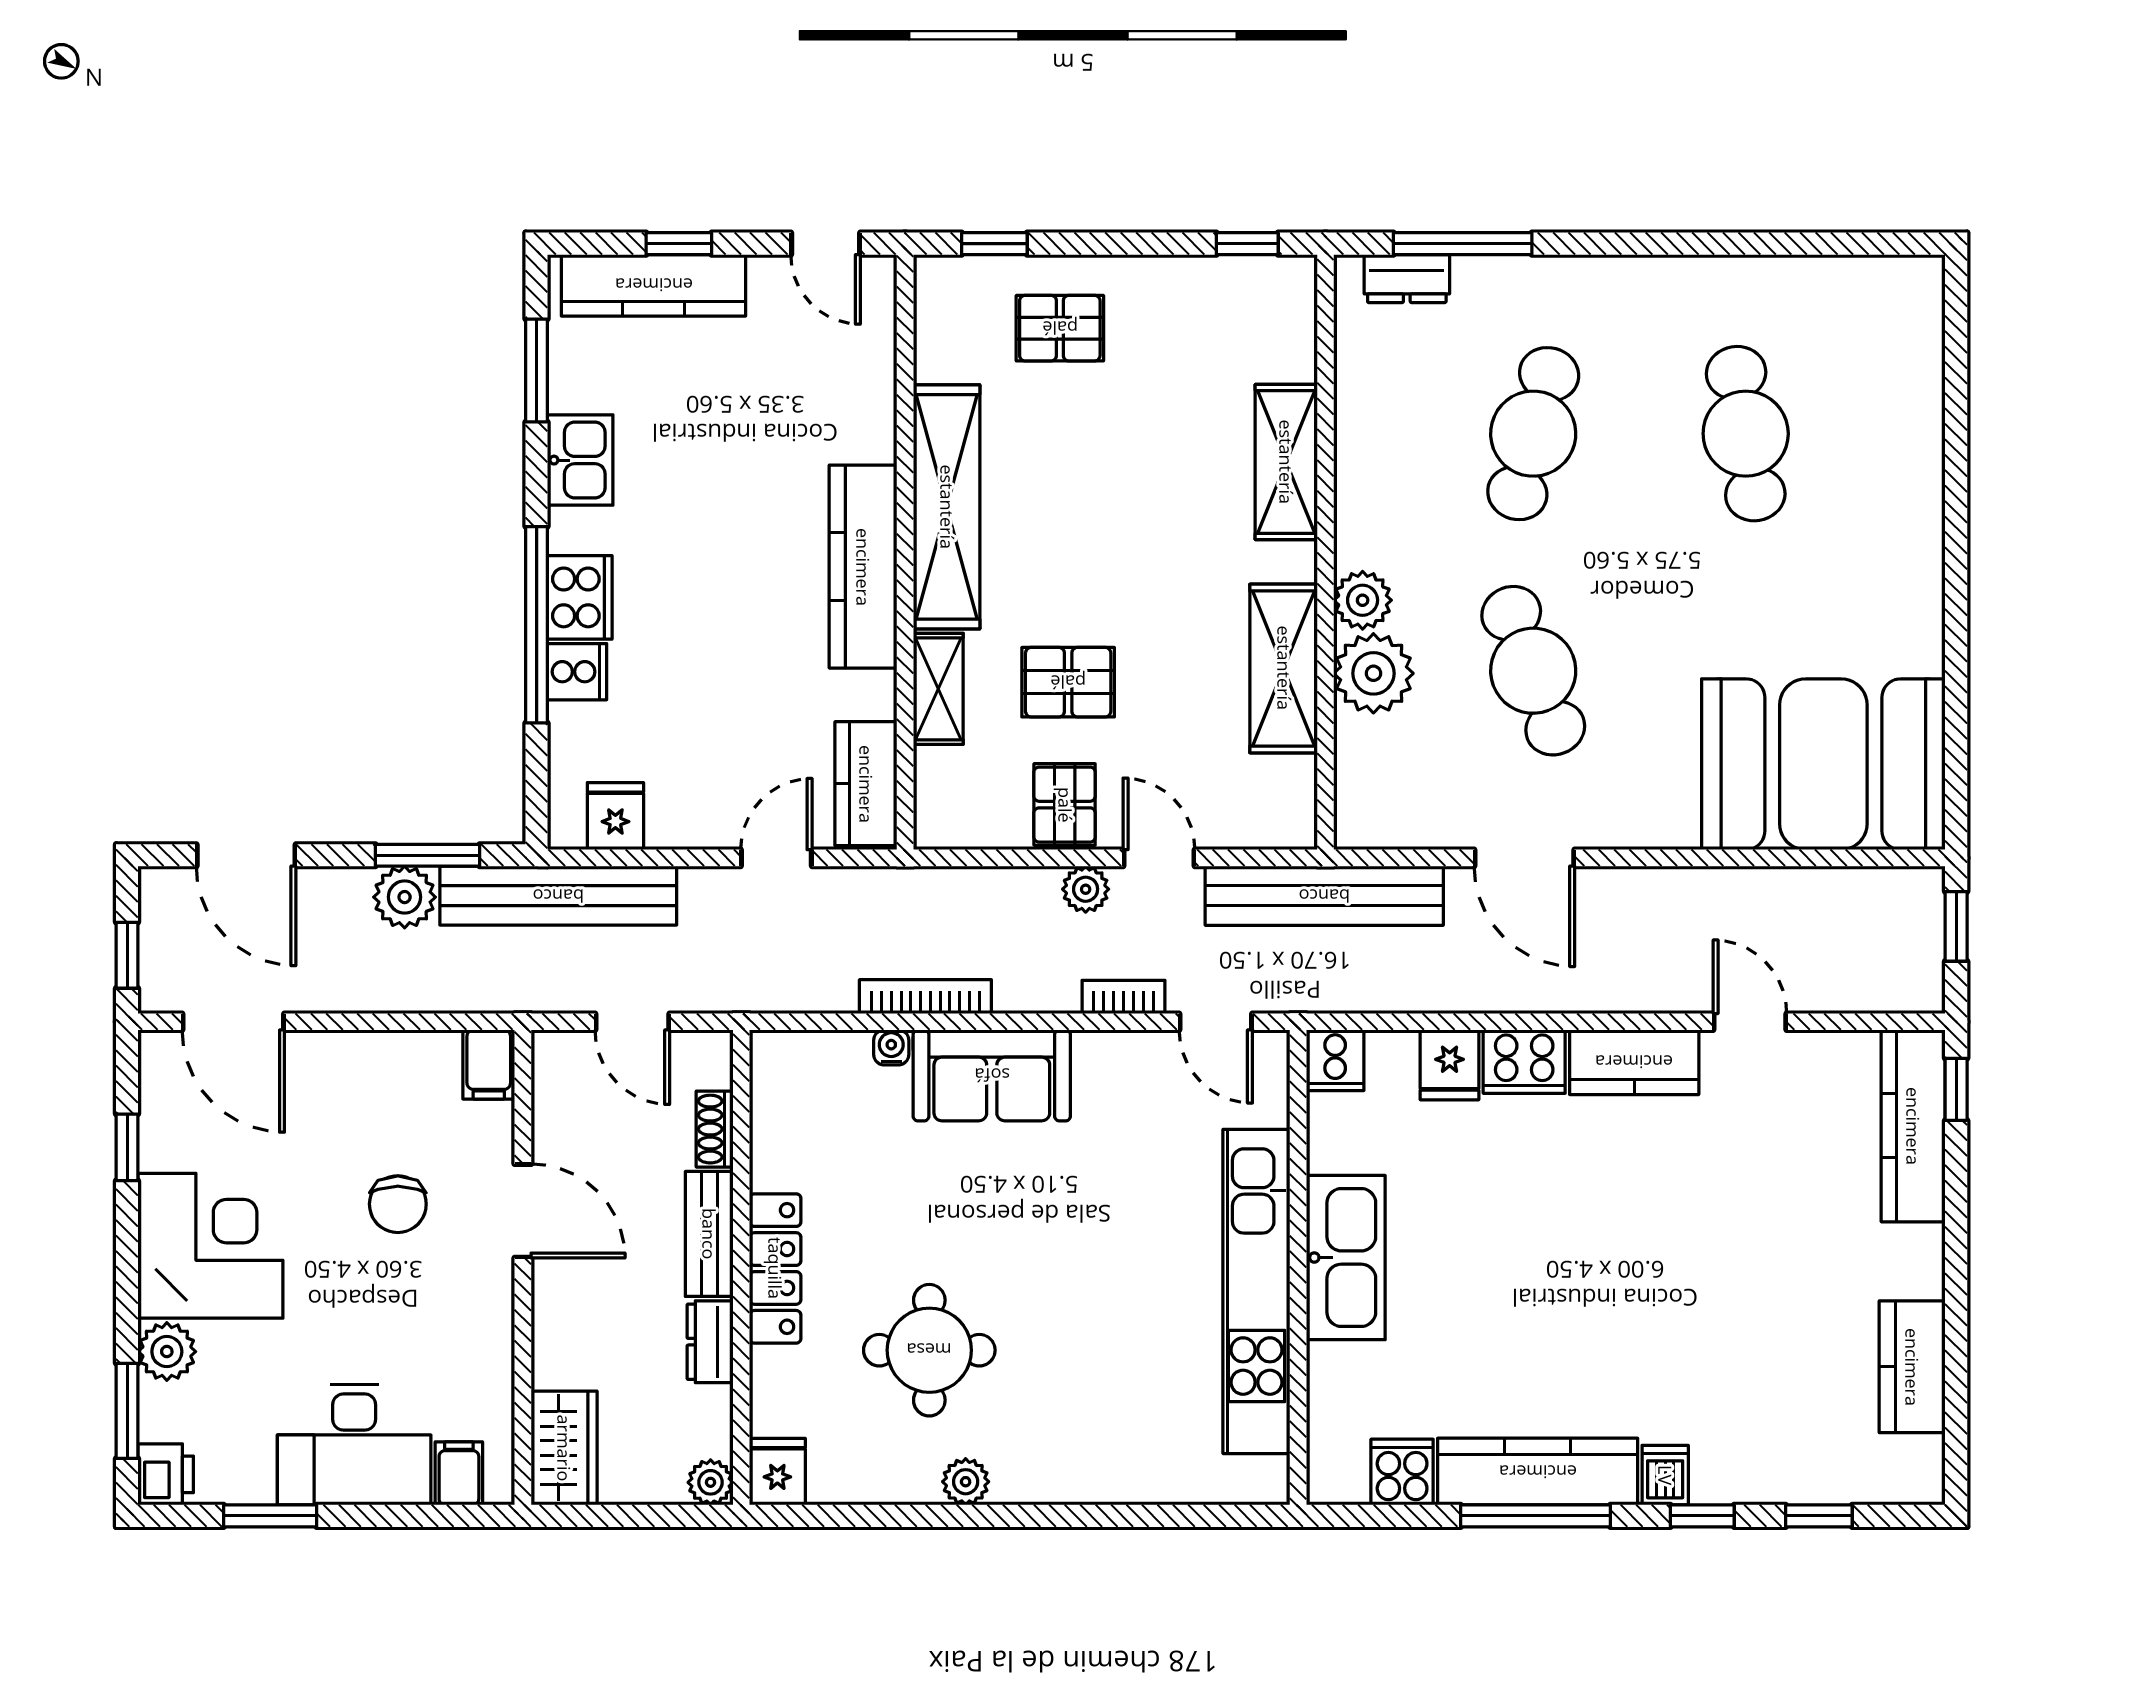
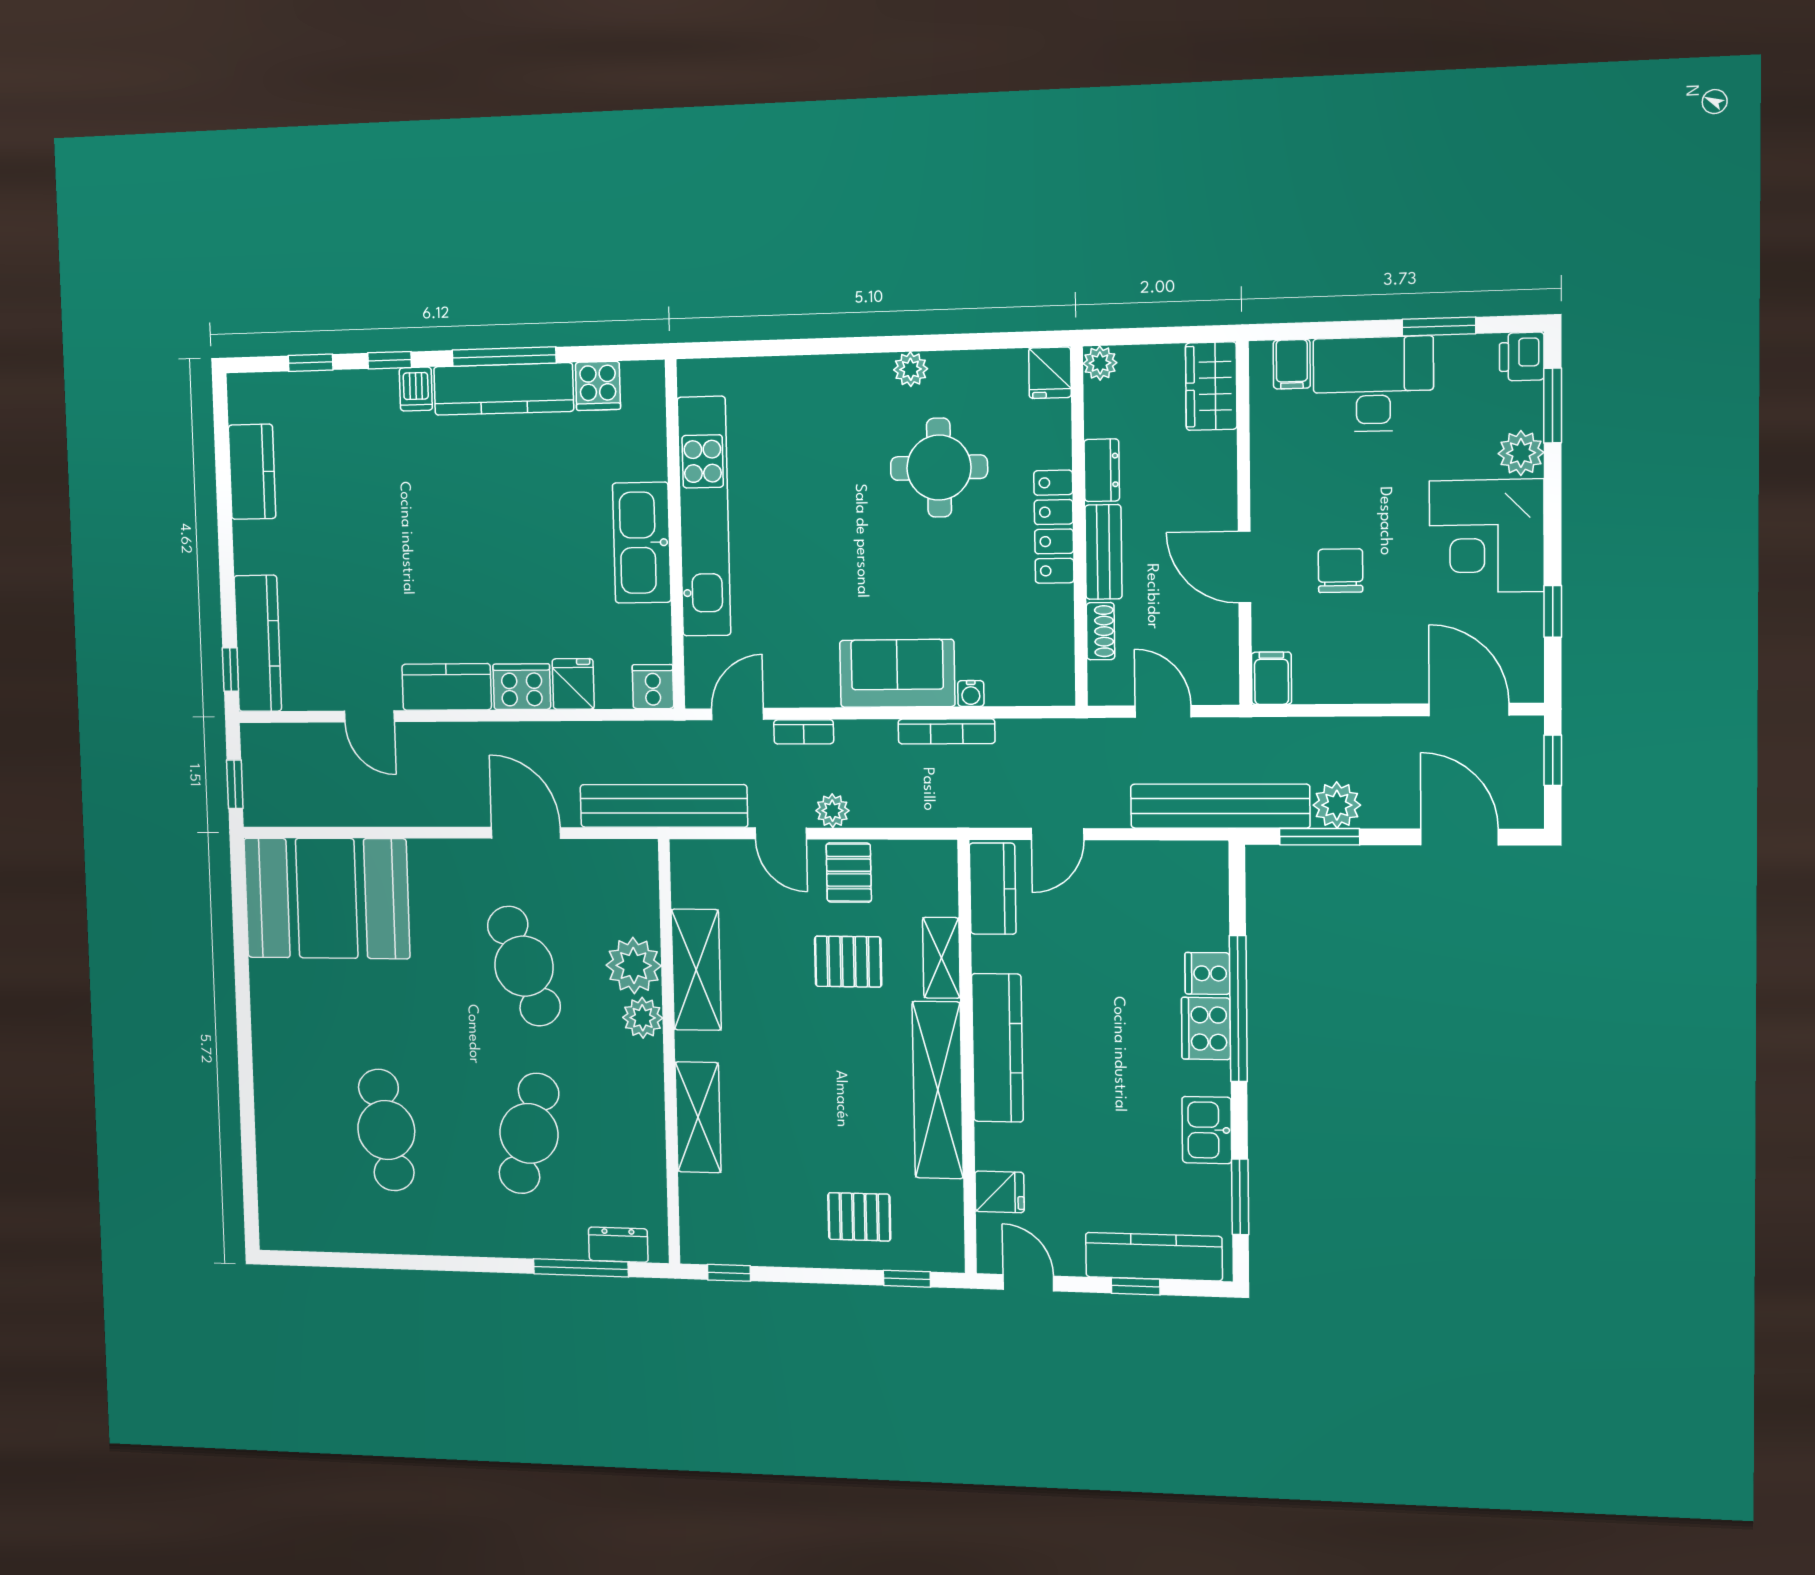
fridge: (615, 816) -> (1000, 1192), moved, turned -90
door: (1216, 1022) -> (738, 714), hinge flipped

